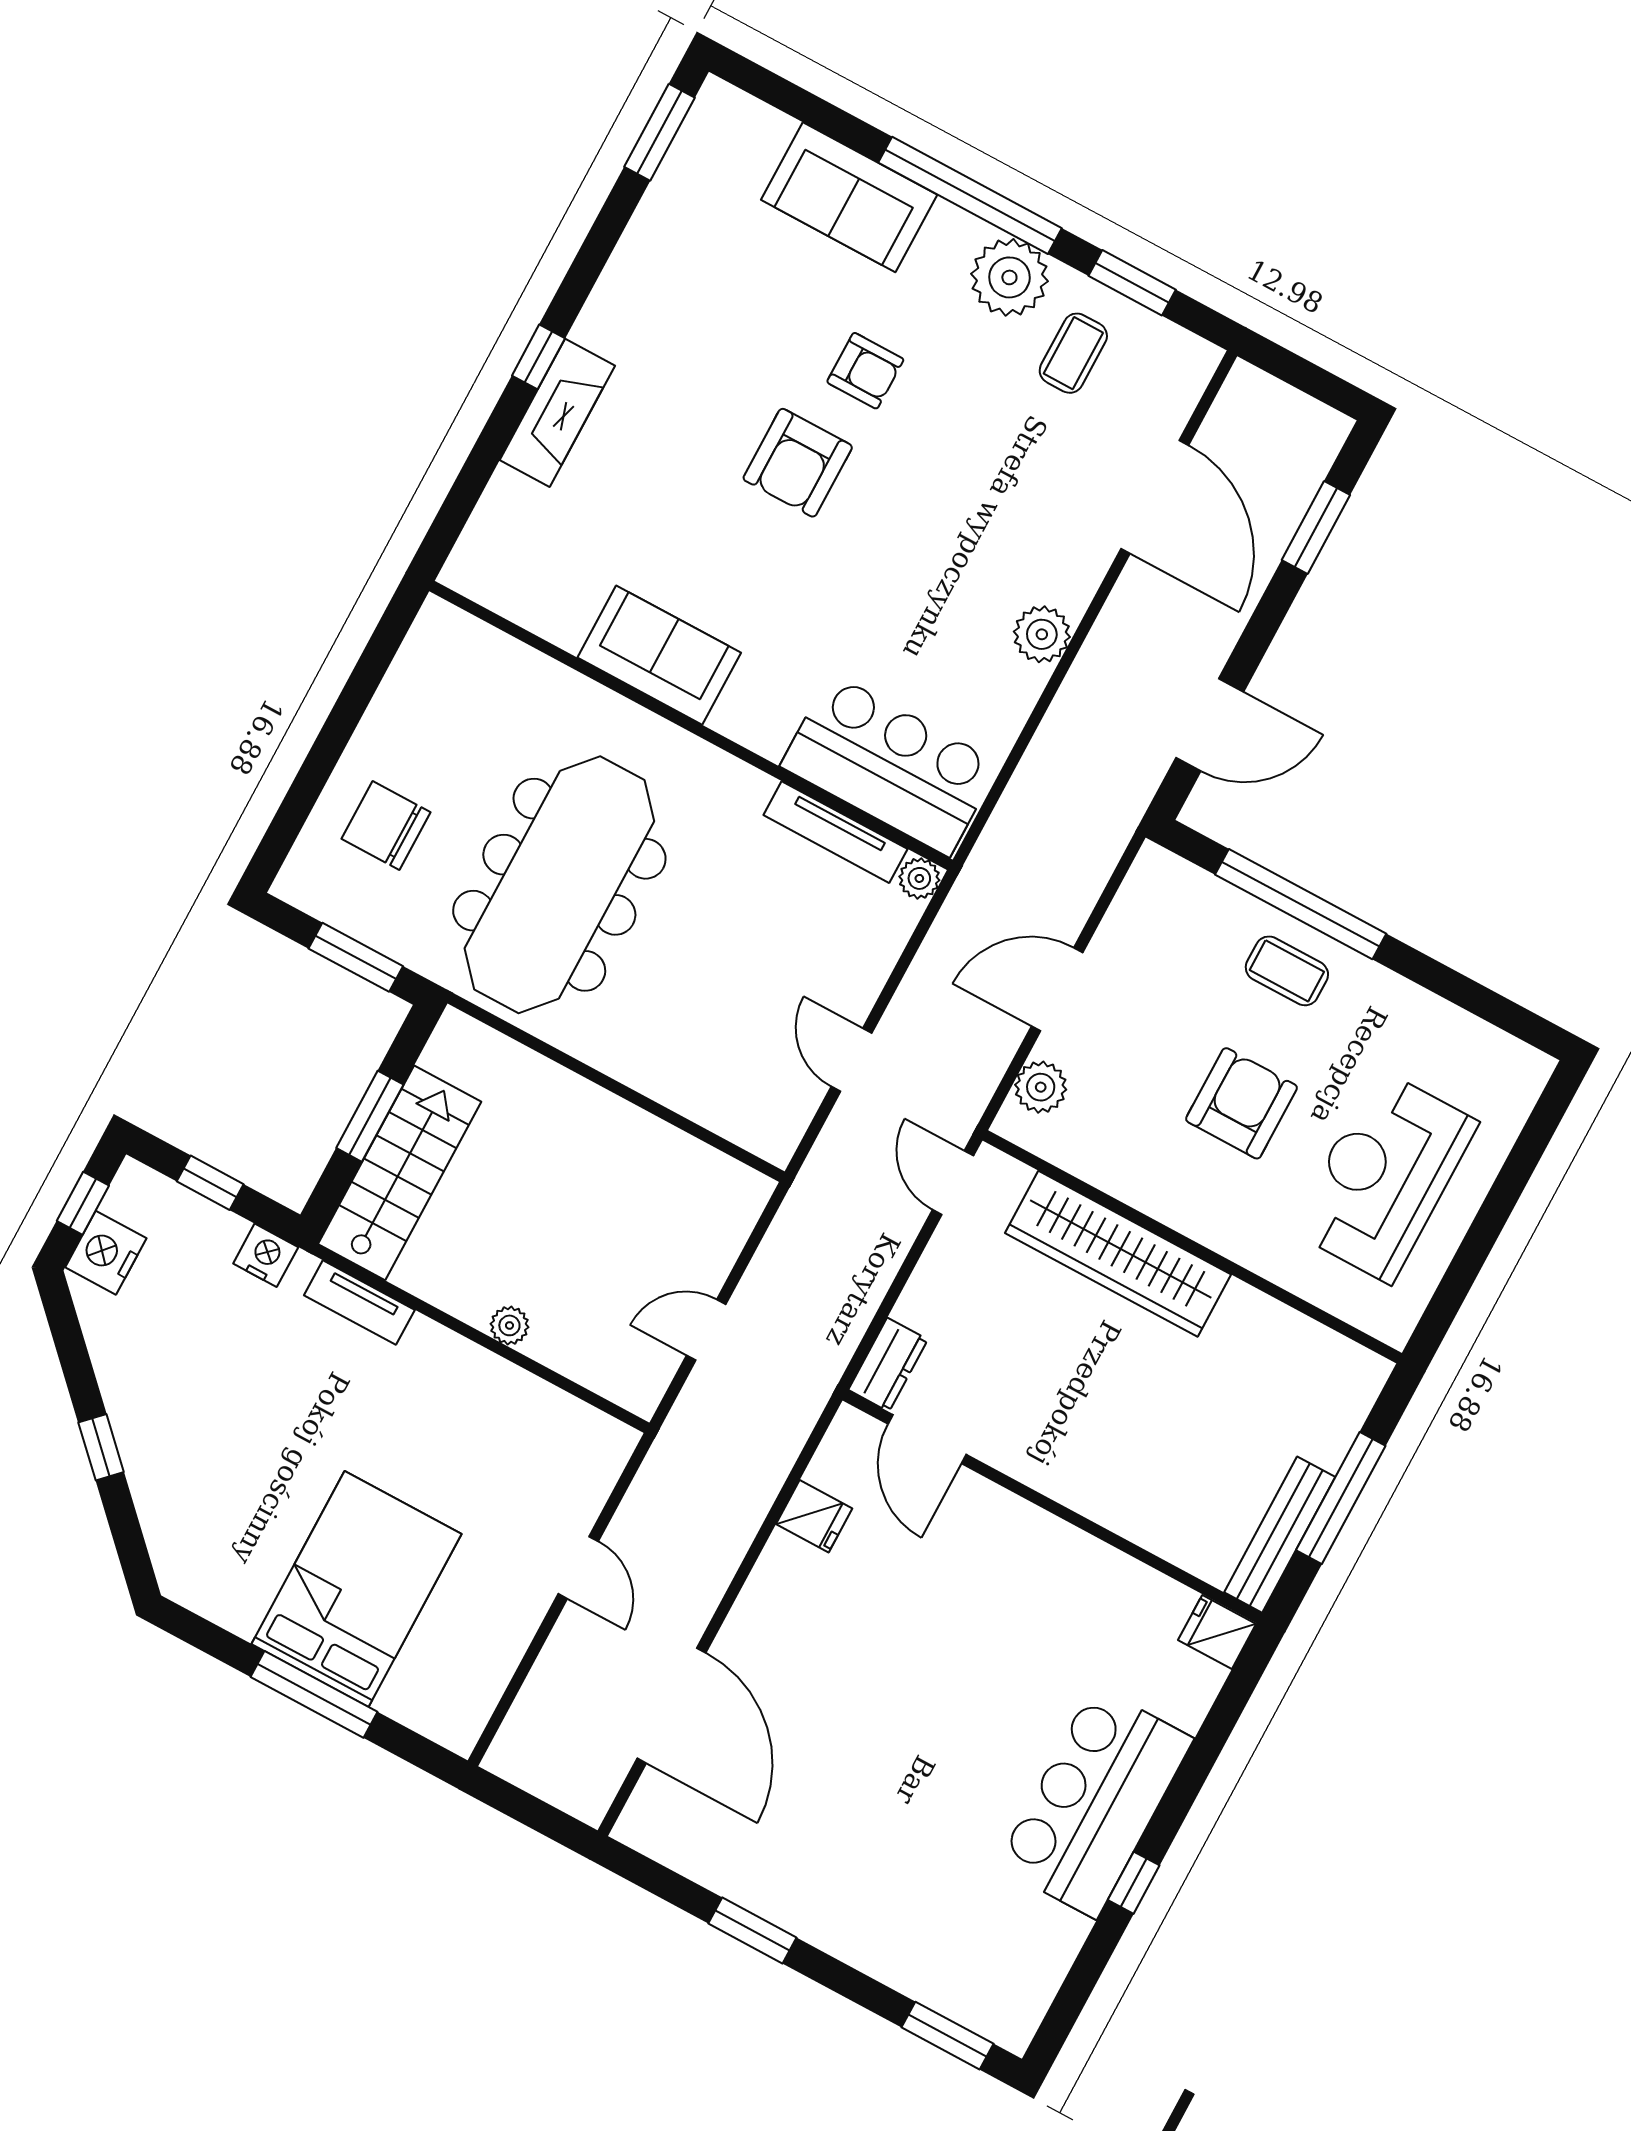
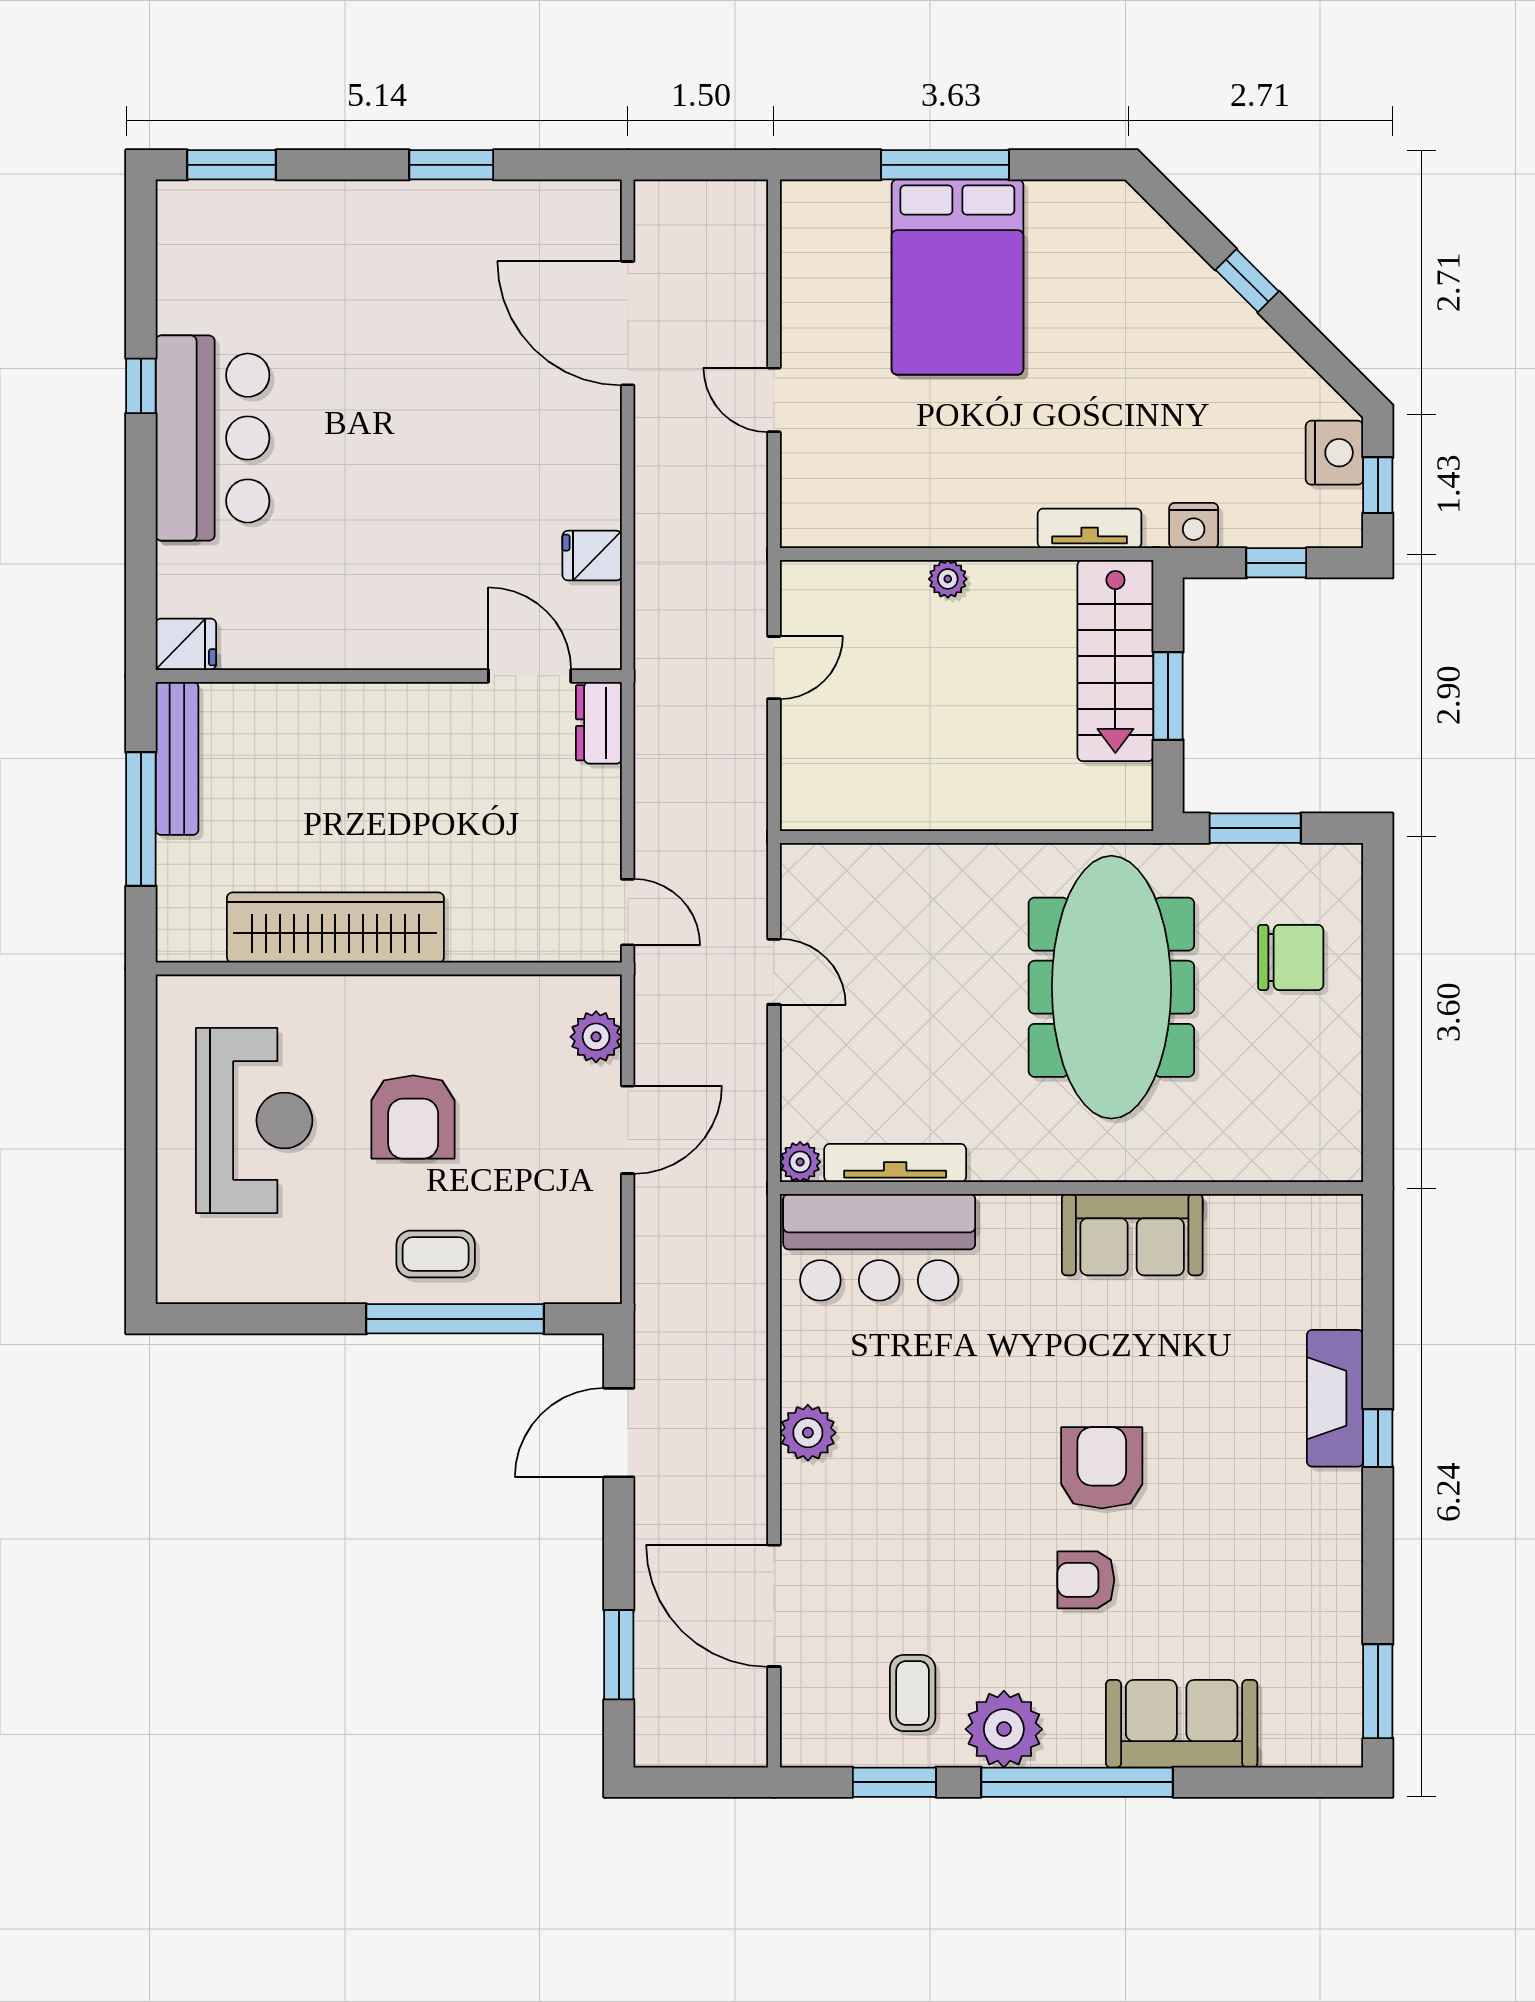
wardrobe: (1118, 1254) -> (335, 928), moved

